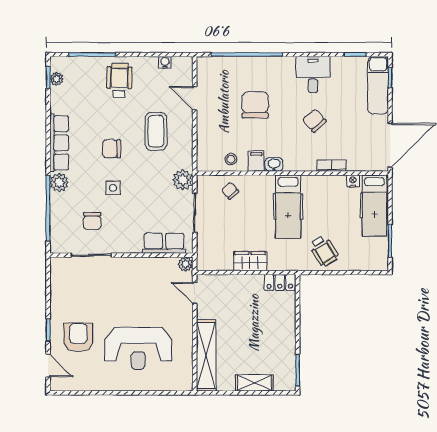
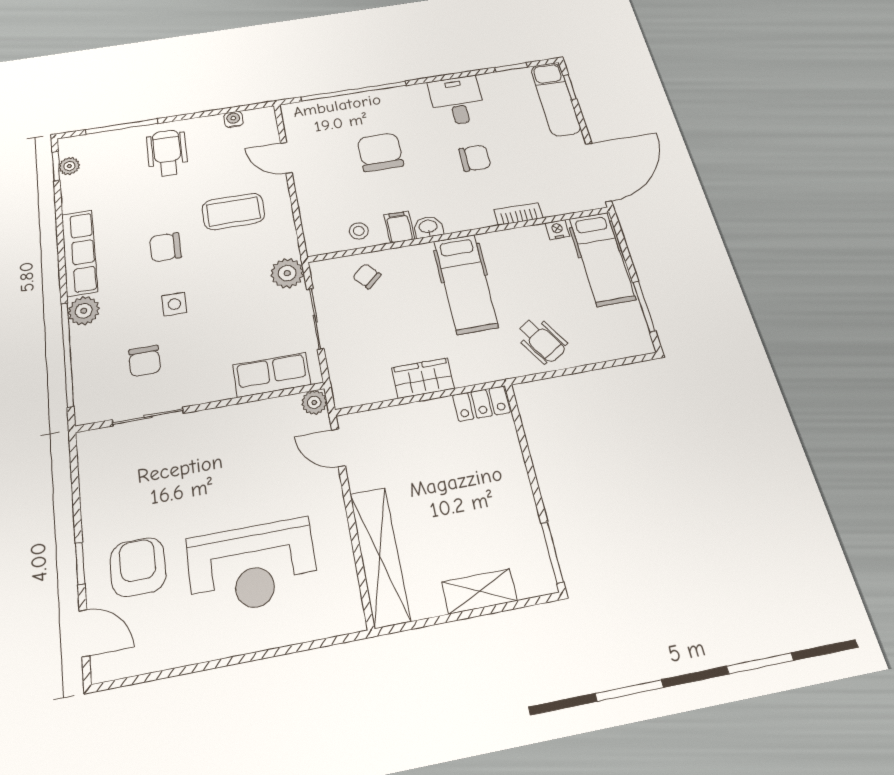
chair: (314, 121) -> (475, 158), turned 132
coffee table: (156, 131) -> (233, 211), turned 90

